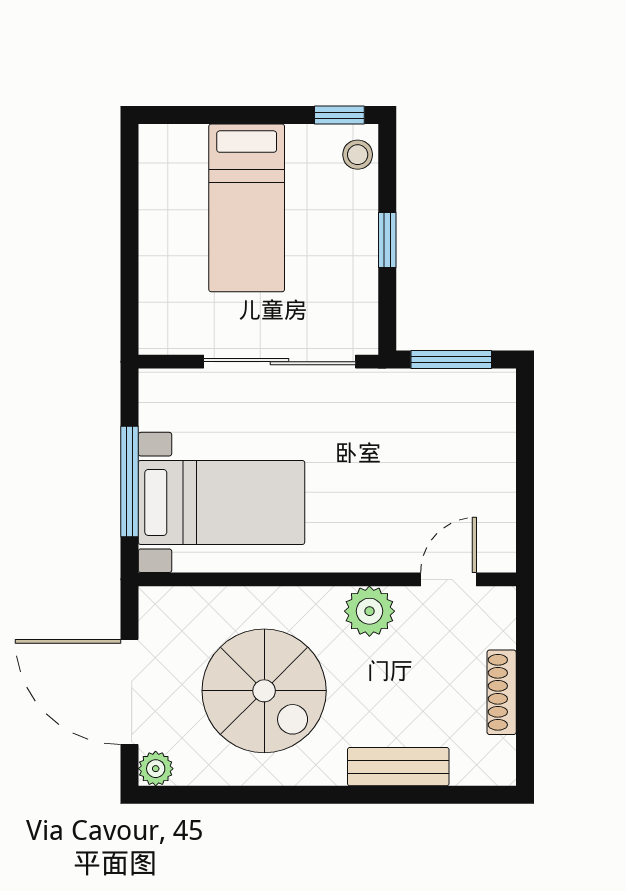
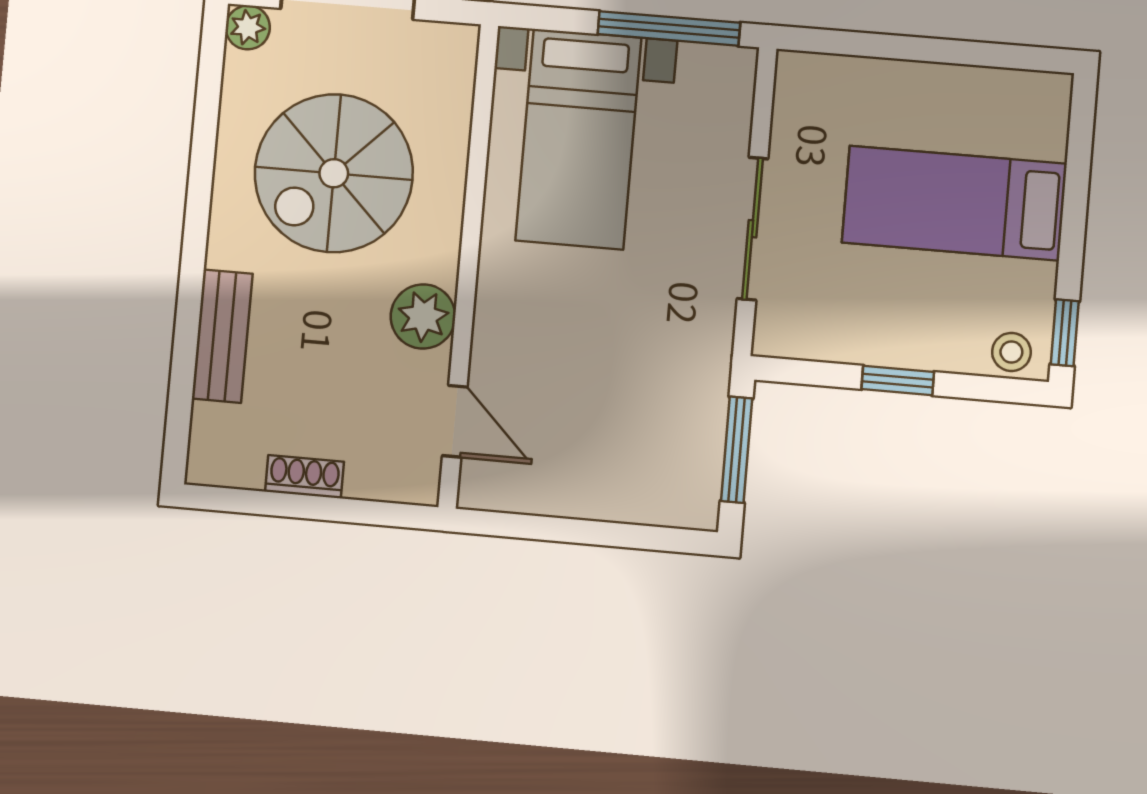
sliding door: (280, 362) -> (752, 229), width x0.73
window: (129, 481) -> (669, 28), moved
shoe rack: (502, 692) -> (305, 477), width x0.70

